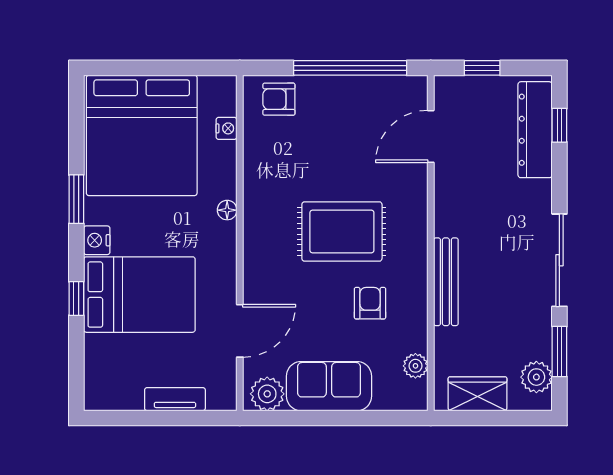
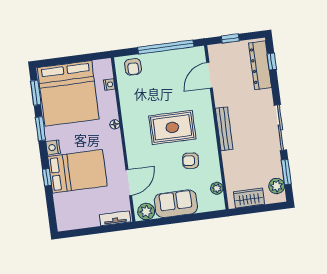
armchair: (279, 99) -> (133, 67), turned -90
window: (76, 126) -> (36, 93), added
bench: (446, 282) -> (224, 129), moved
armchair: (370, 303) -> (191, 161), turned -85
tv unit: (175, 399) -> (115, 218), moved

